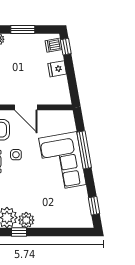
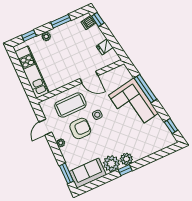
fridge: (57, 69) -> (105, 47), moved

